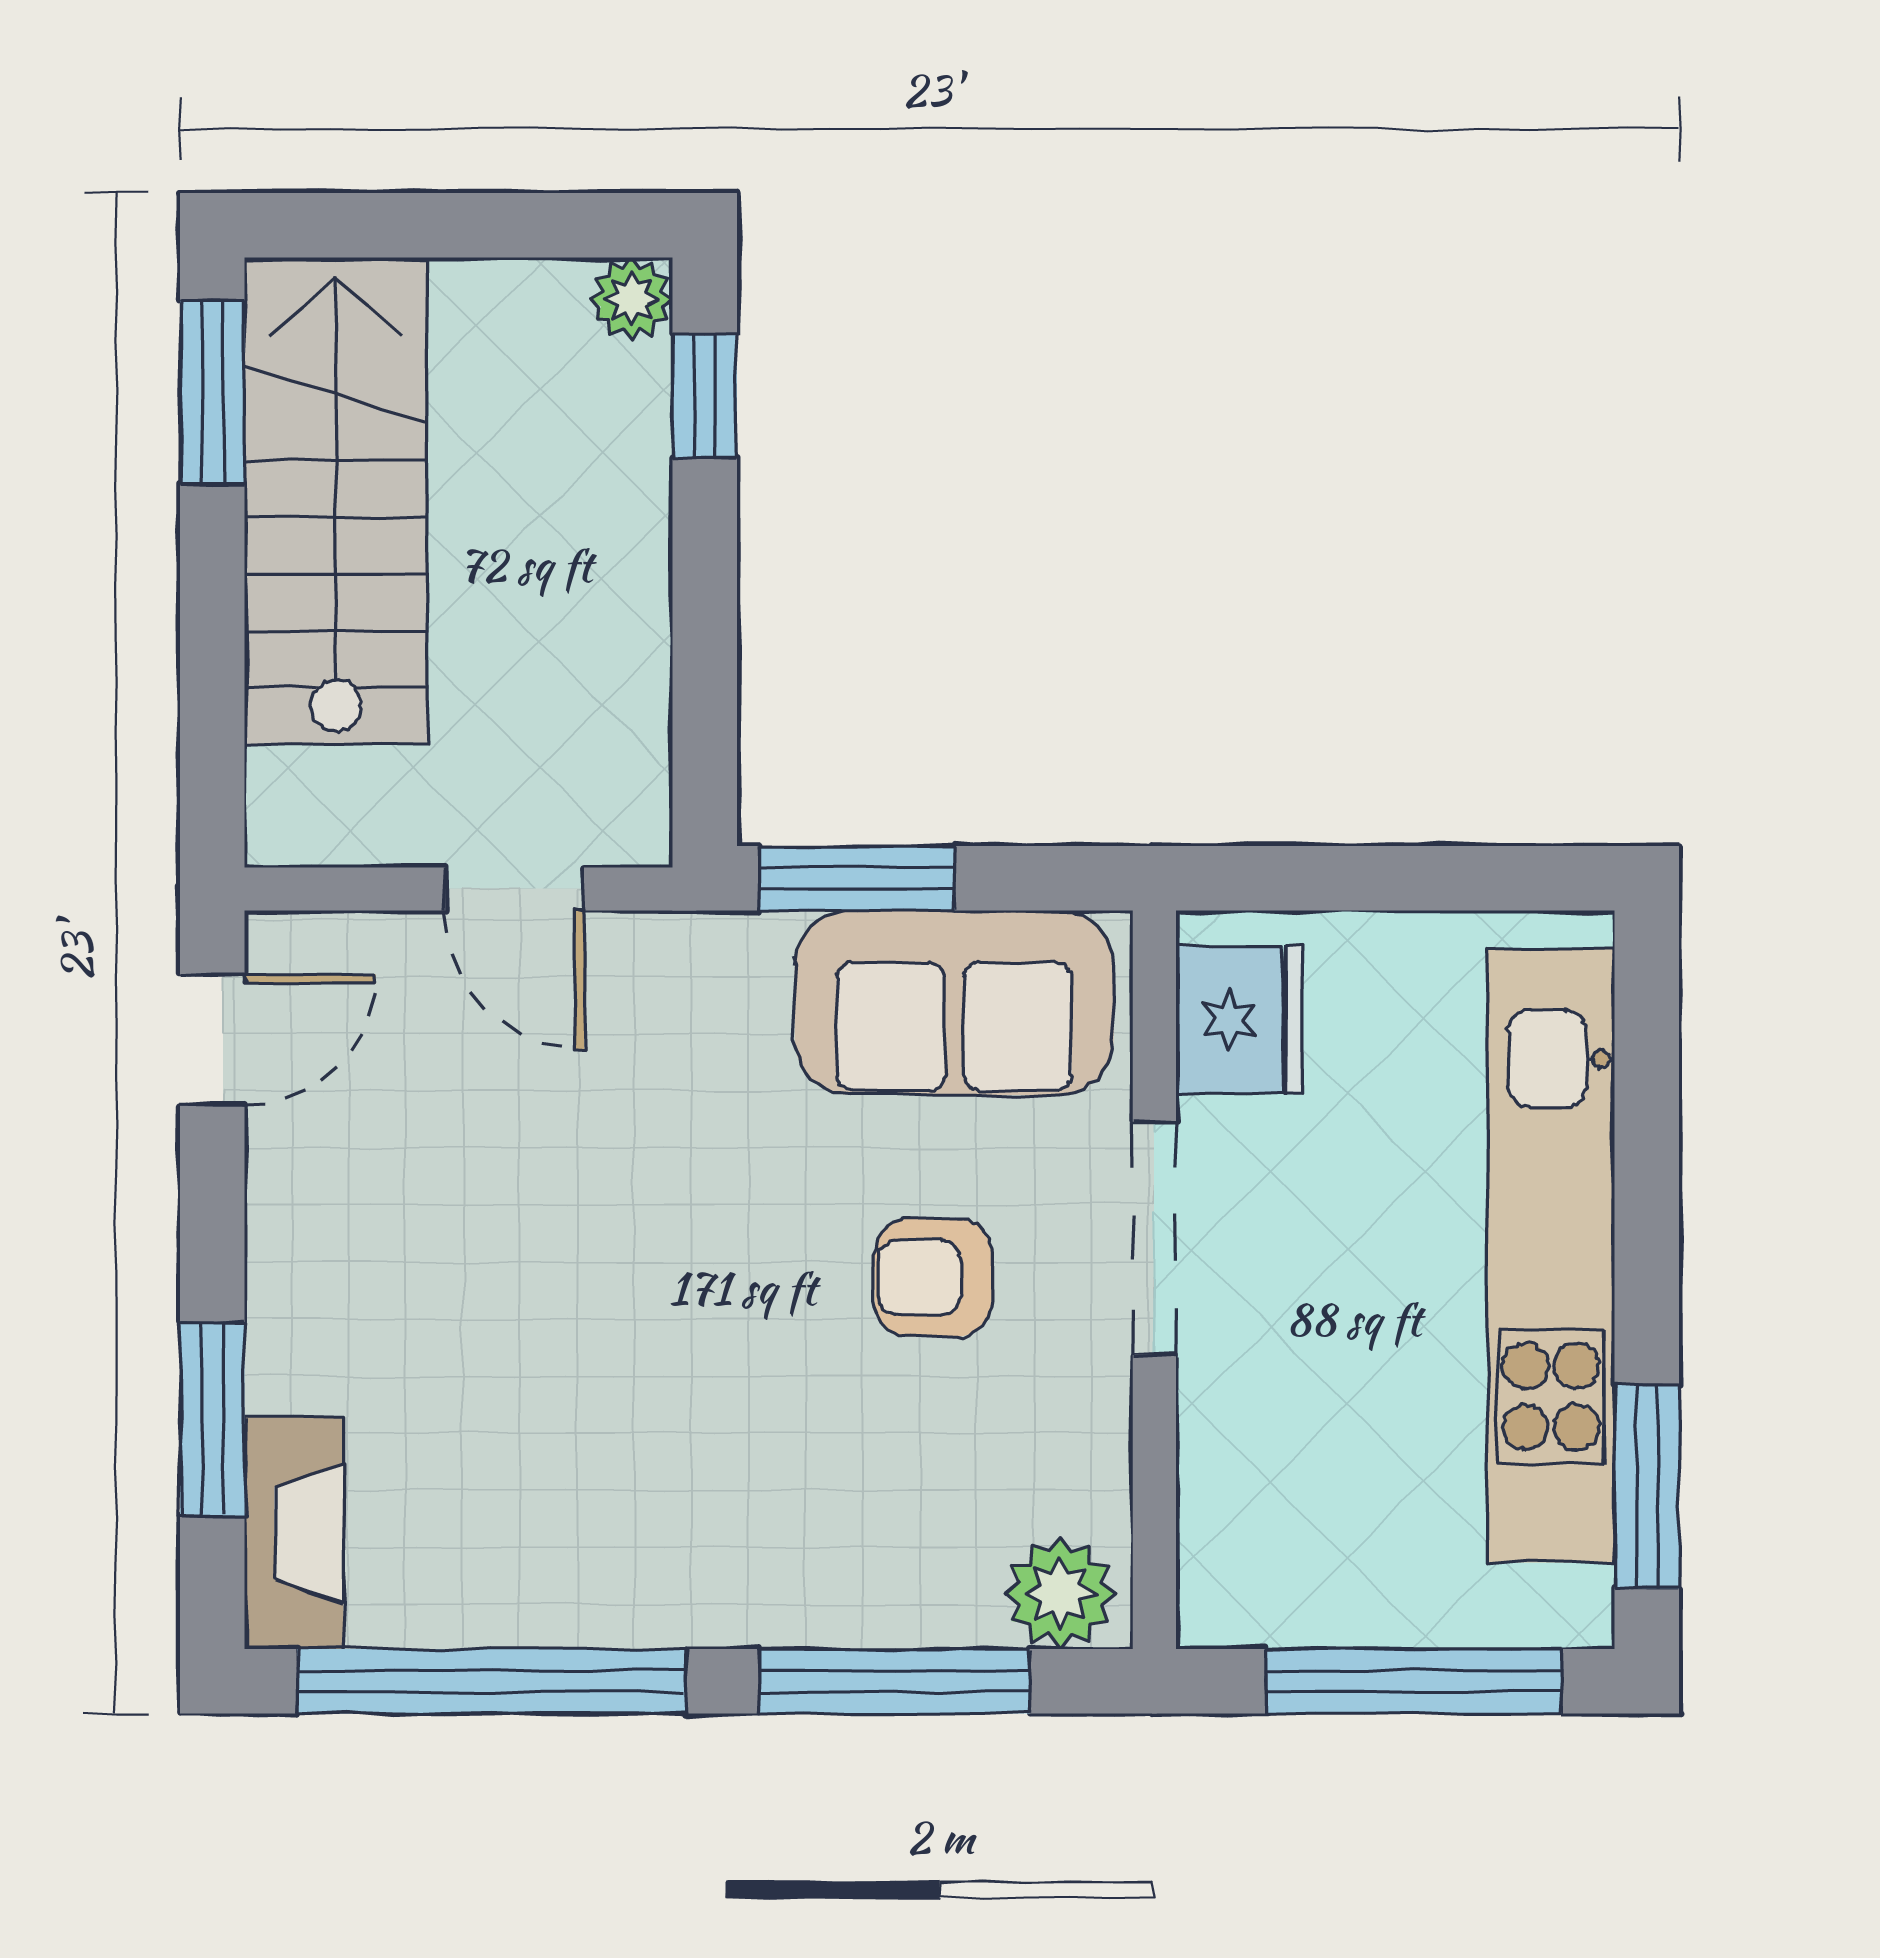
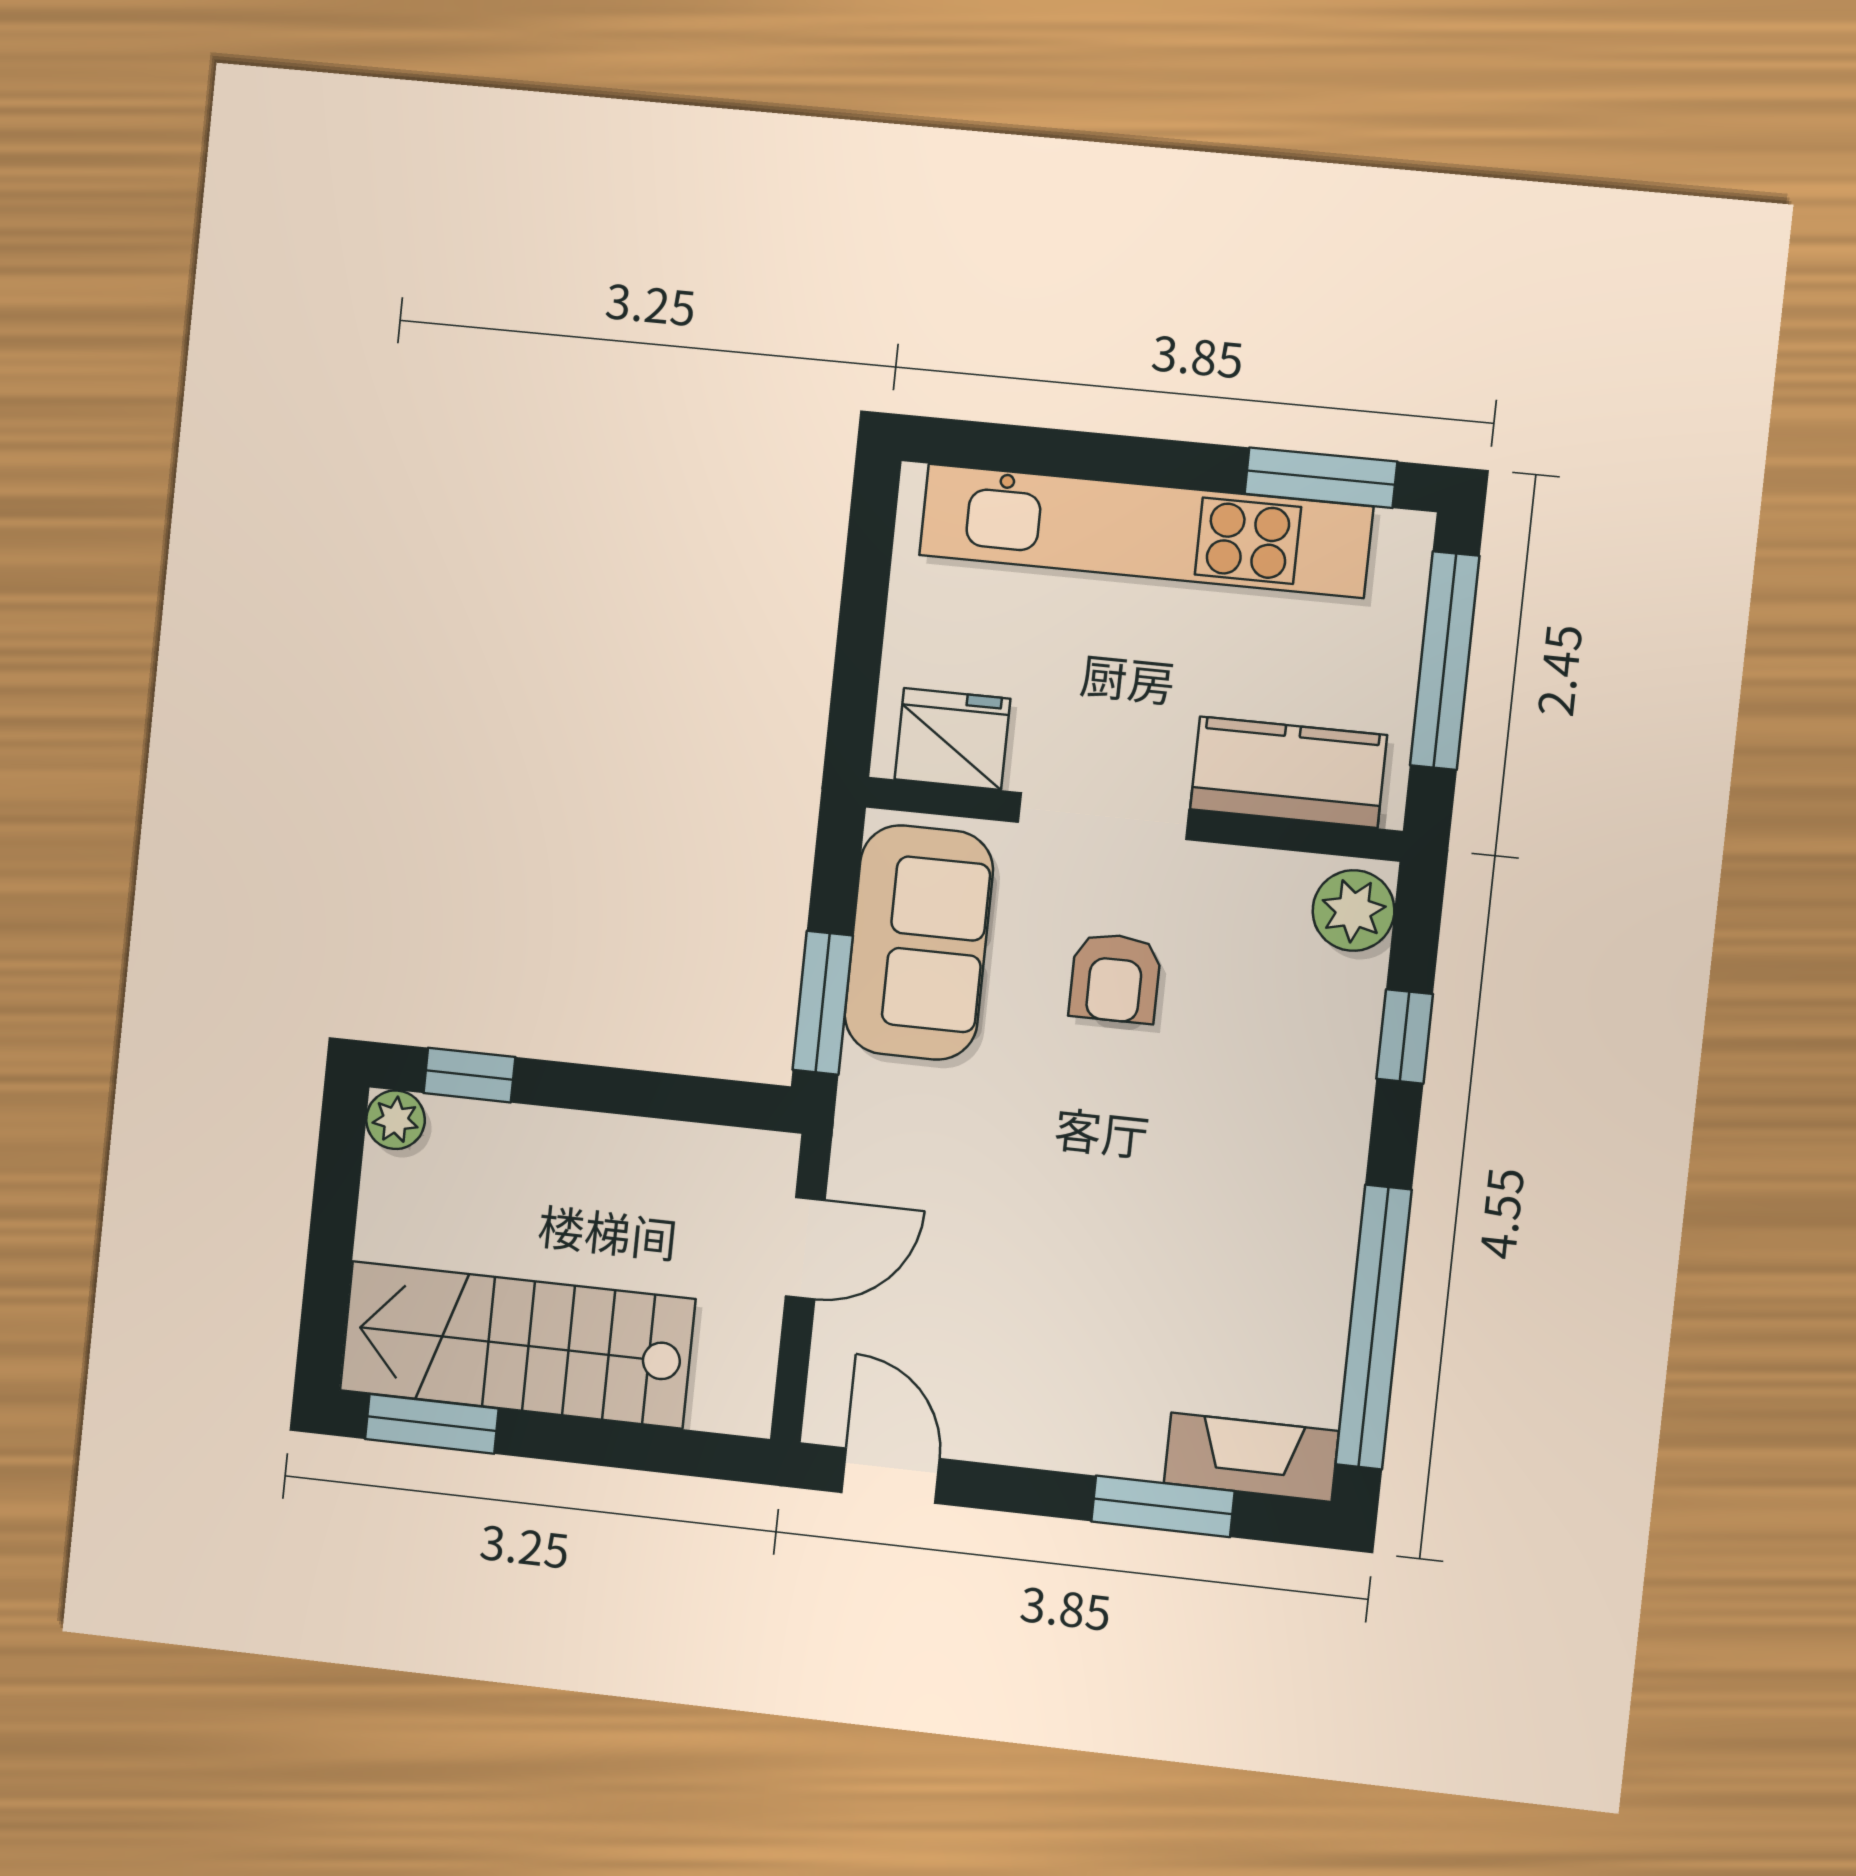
kitchen counter: (1240, 1485) -> (1289, 772), added
window: (895, 1681) -> (1405, 1036), width x0.46

